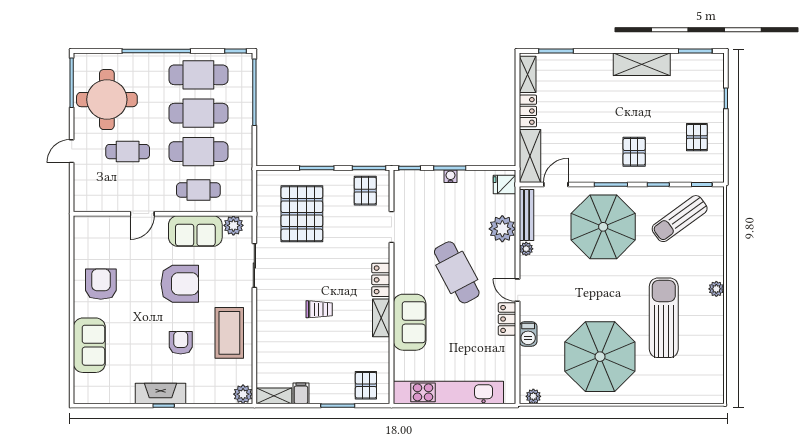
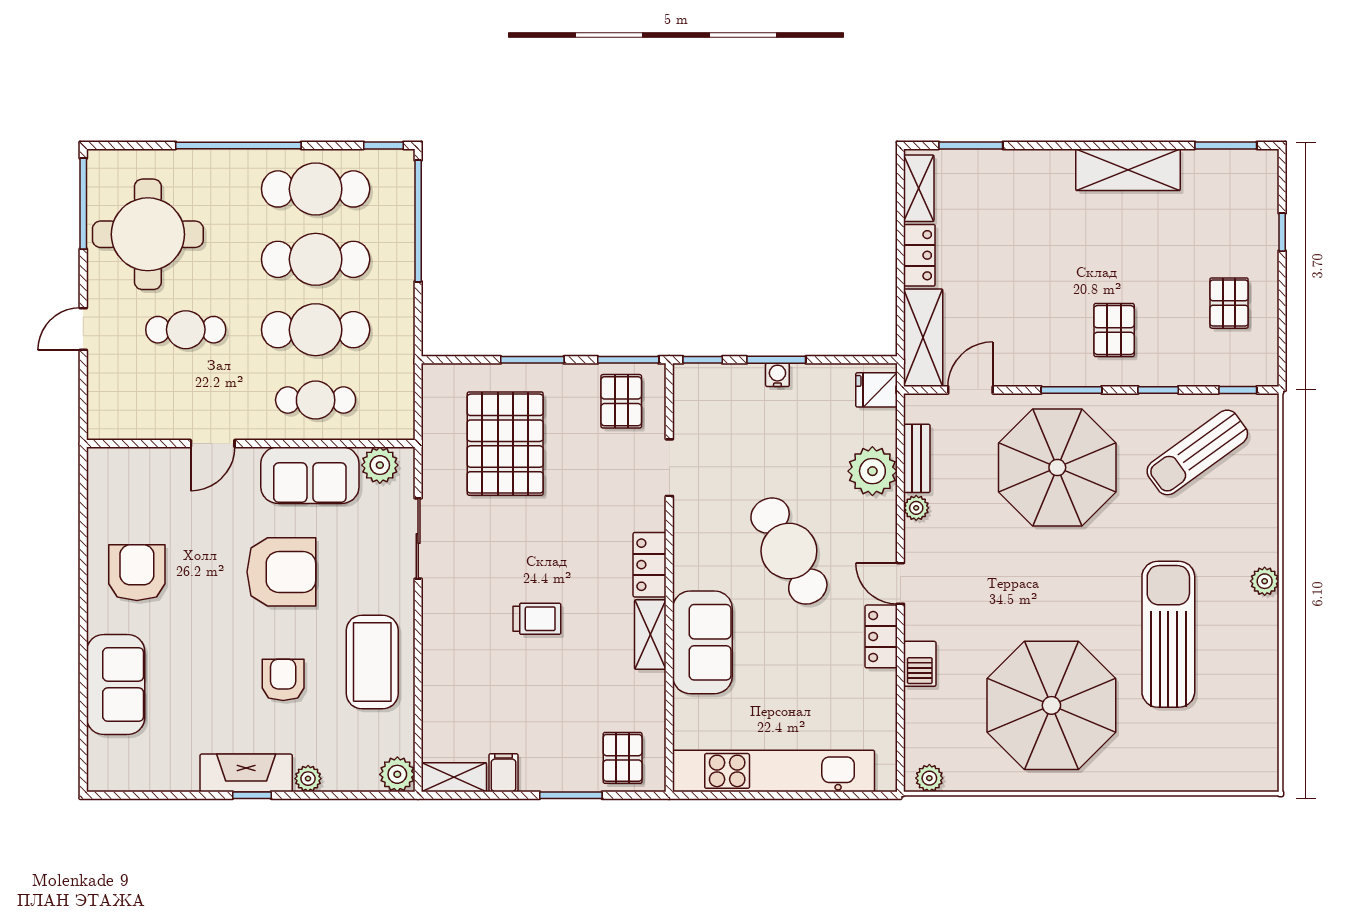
bench: (527, 215) -> (917, 458), width x0.73
plant: (194, 397) -> (308, 779), added

